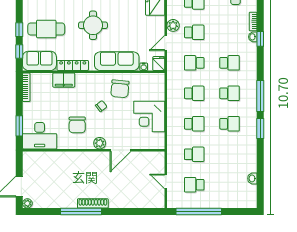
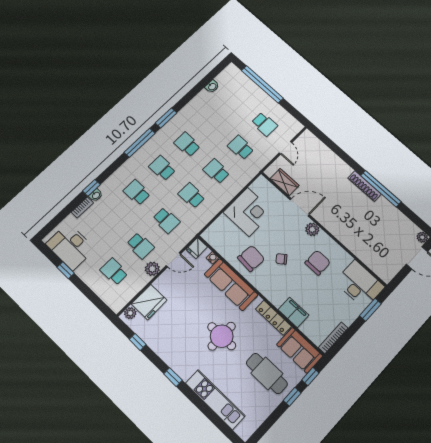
school desk: (194, 32) -> (140, 246), turned 180
wardrobe: (145, 158) -> (285, 182), added
window: (199, 212) -> (262, 84), moved

